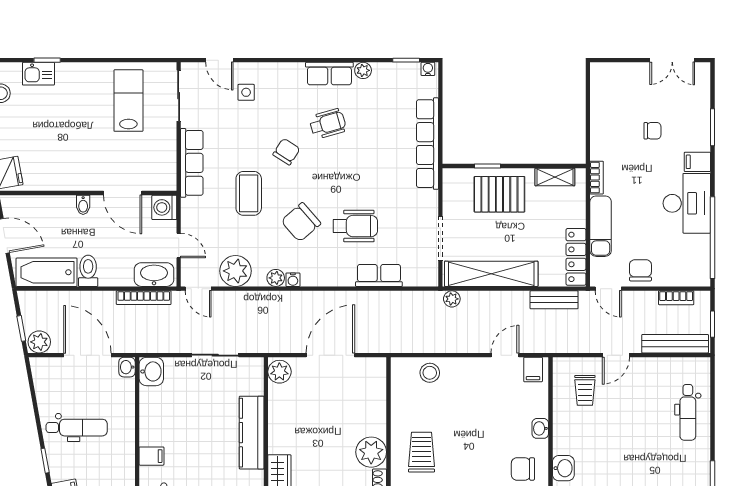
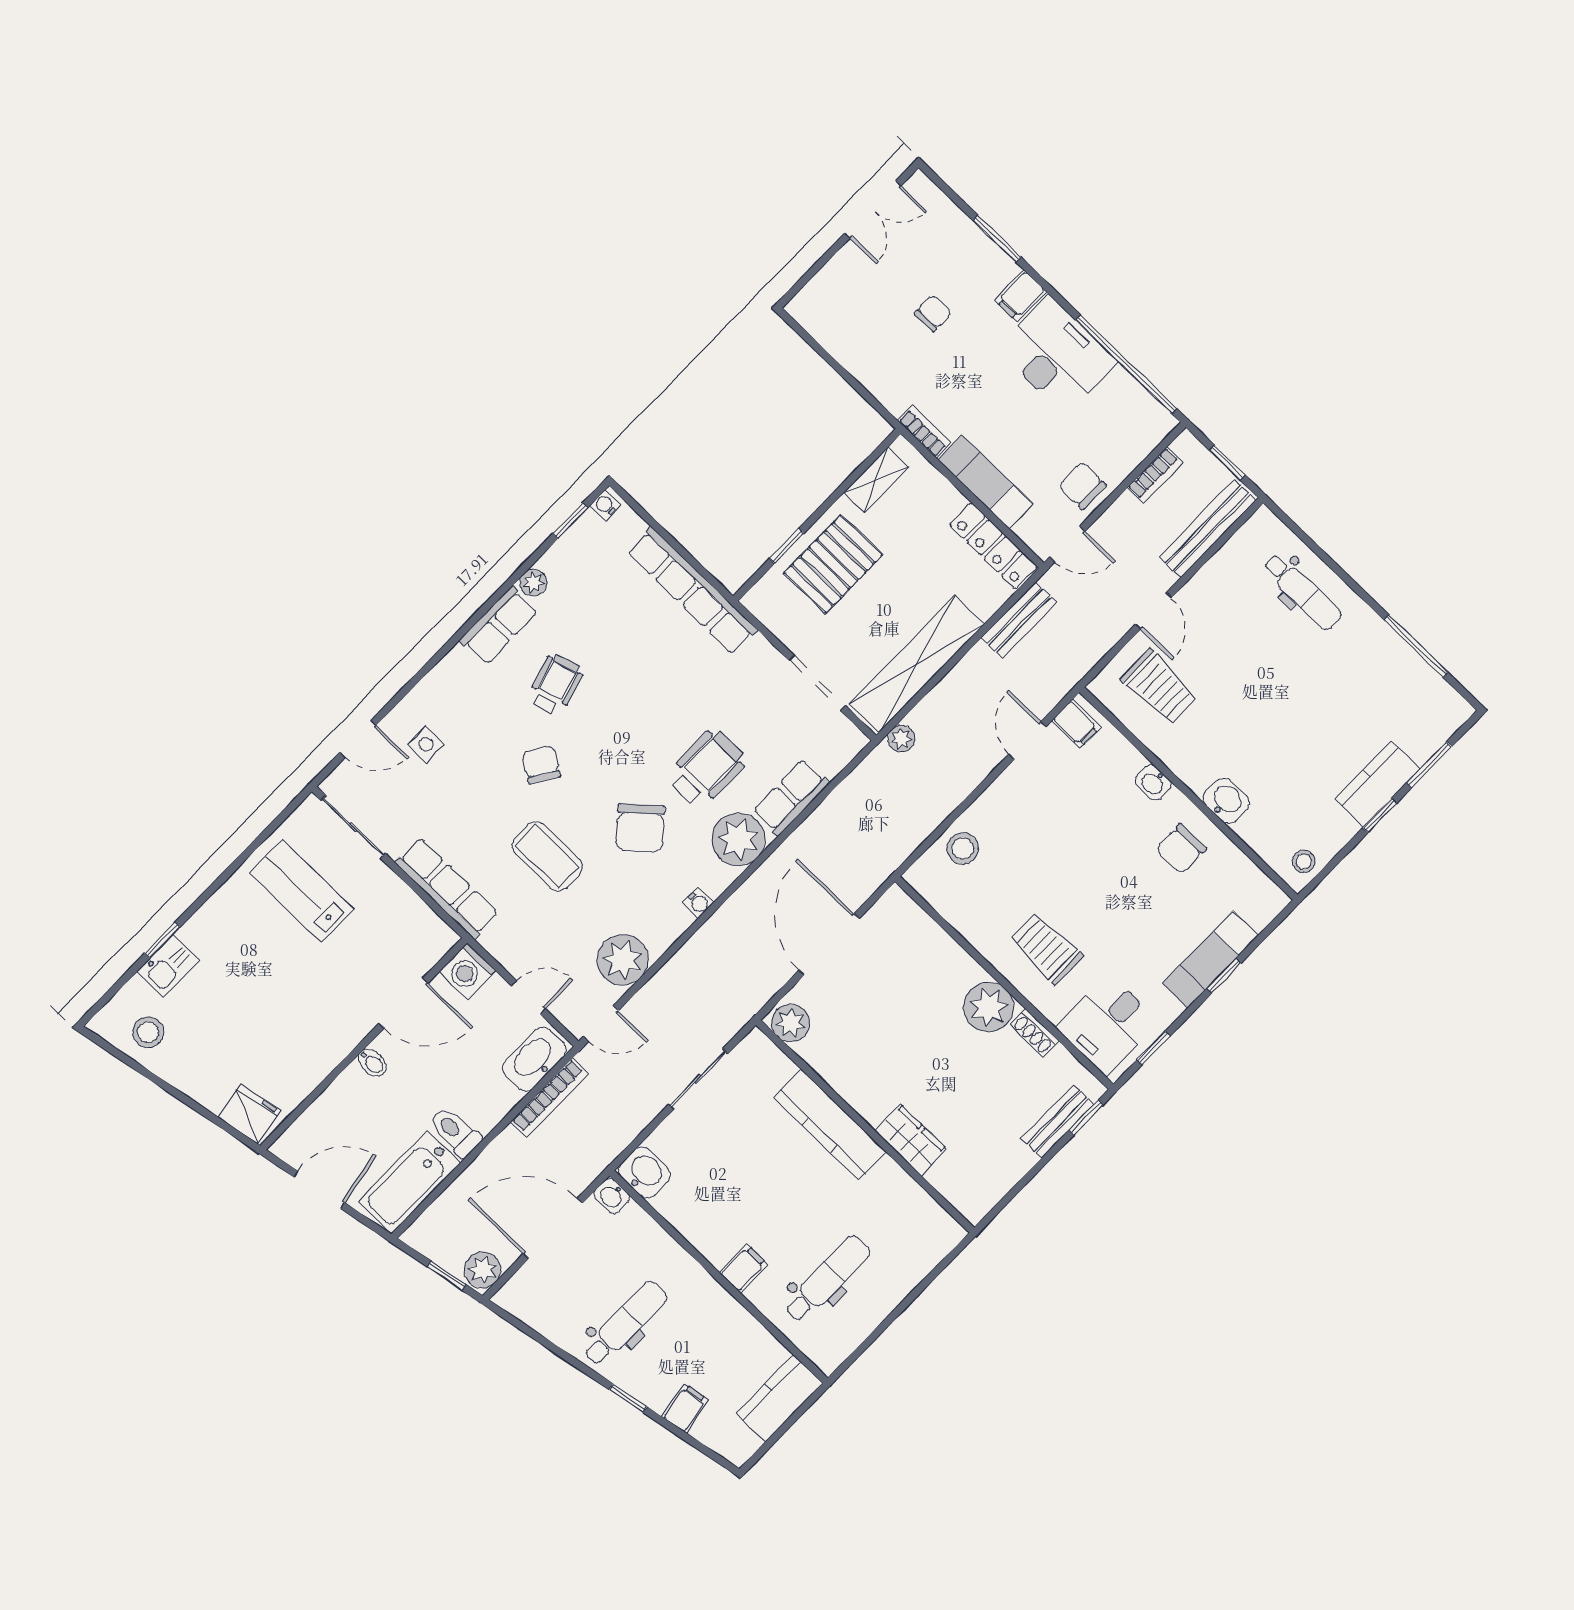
plant: (276, 278) -> (738, 839), moved, width x1.87, depth x1.87
trolley: (585, 390) -> (1160, 687), width x1.36, depth x1.39

